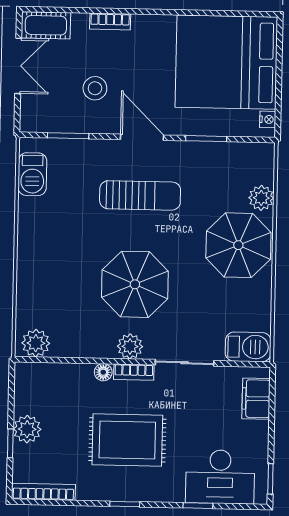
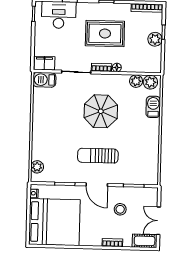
barbecue: (32, 174) -> (153, 107), moved
plant: (261, 198) -> (37, 167), moved
parasol: (238, 245) -> (49, 131), removed
plant: (130, 346) -> (136, 81), moved
filing cabinet: (256, 399) -> (44, 63), moved, turned -90

